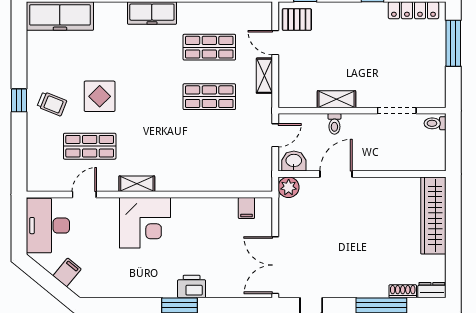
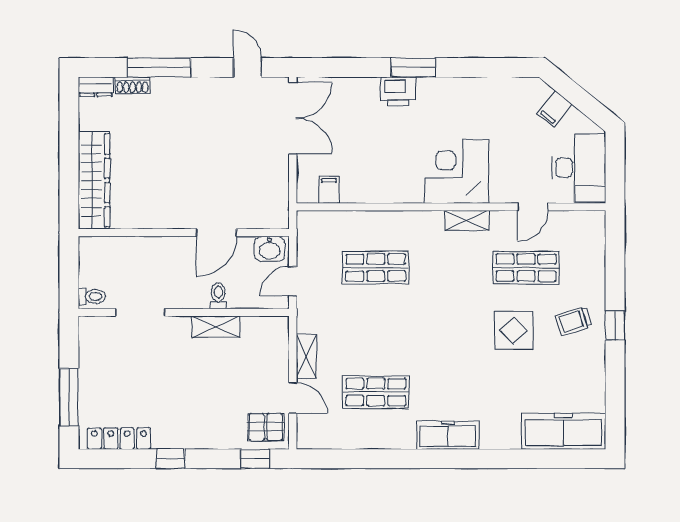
shop shelf: (209, 97) -> (376, 268), moved
trolley: (52, 104) -> (574, 321), turned -39
plant: (289, 187) -> (276, 216), removed

